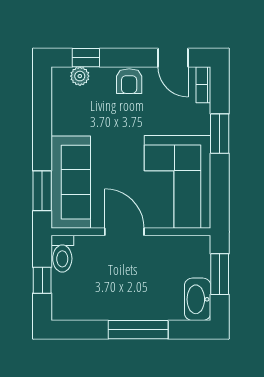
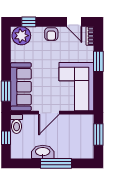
plant: (80, 76) -> (21, 36), width x1.87, depth x1.87
door: (124, 232) -> (49, 113), swing flipped
washbasin: (198, 299) -> (43, 152), moved, turned 90

